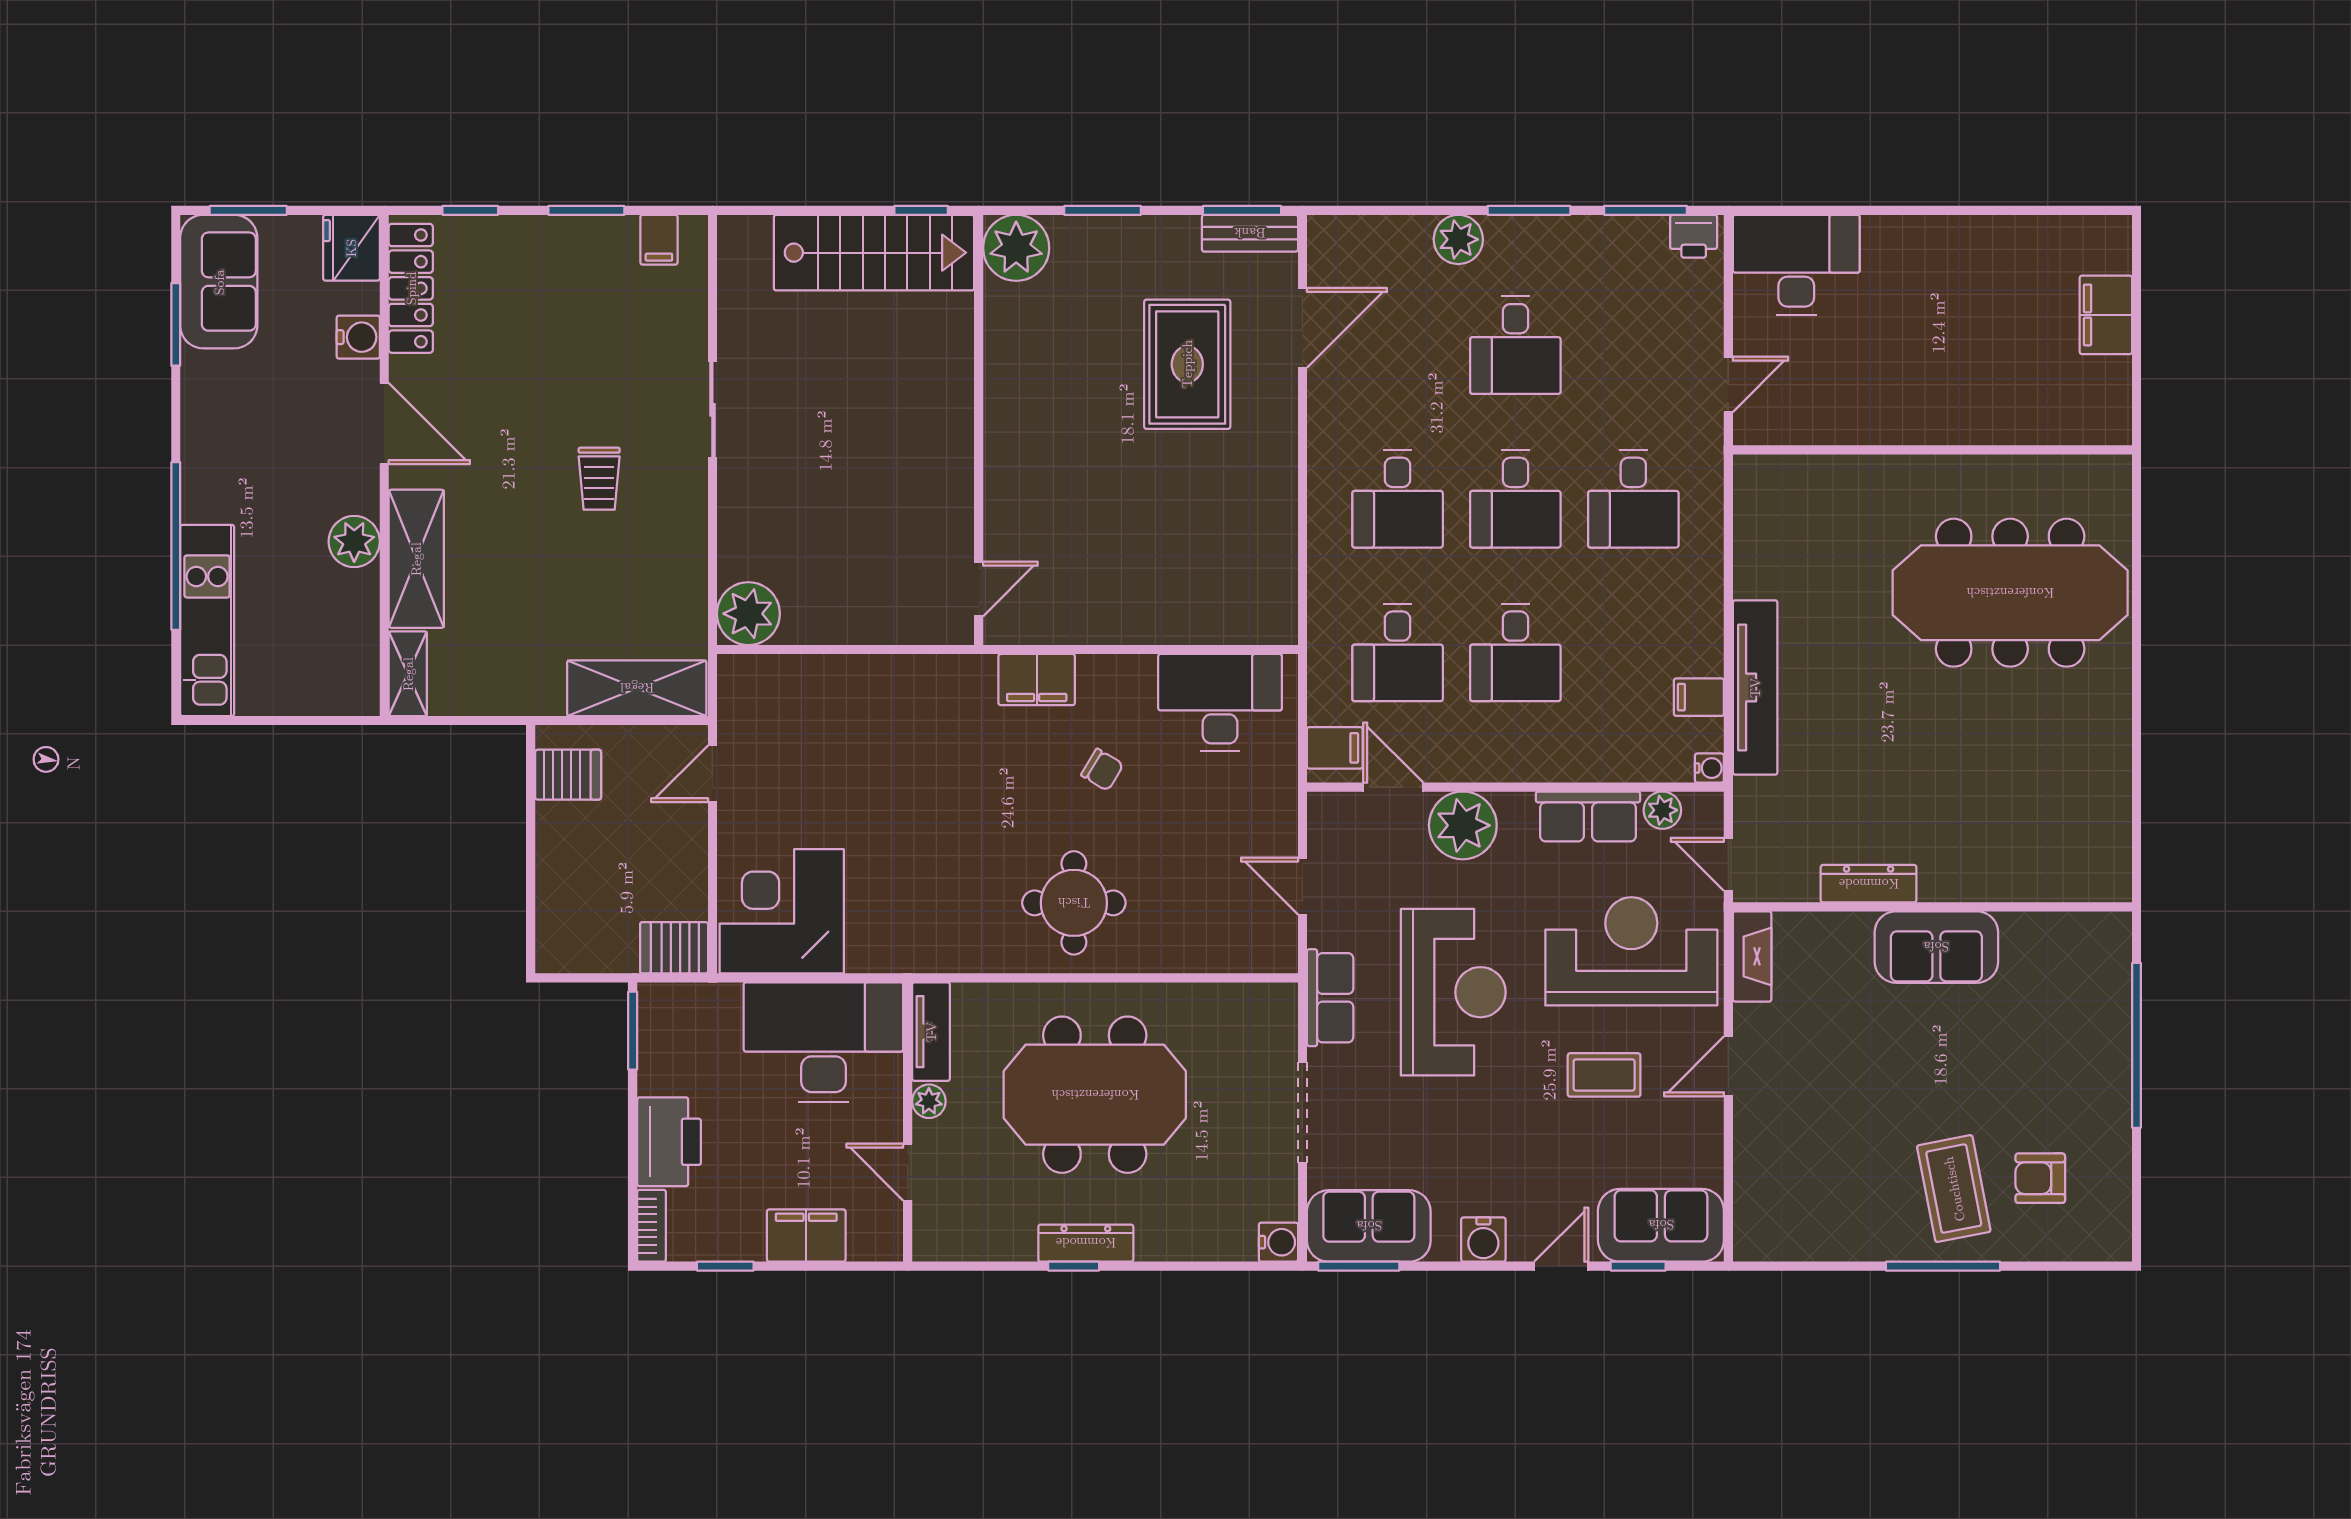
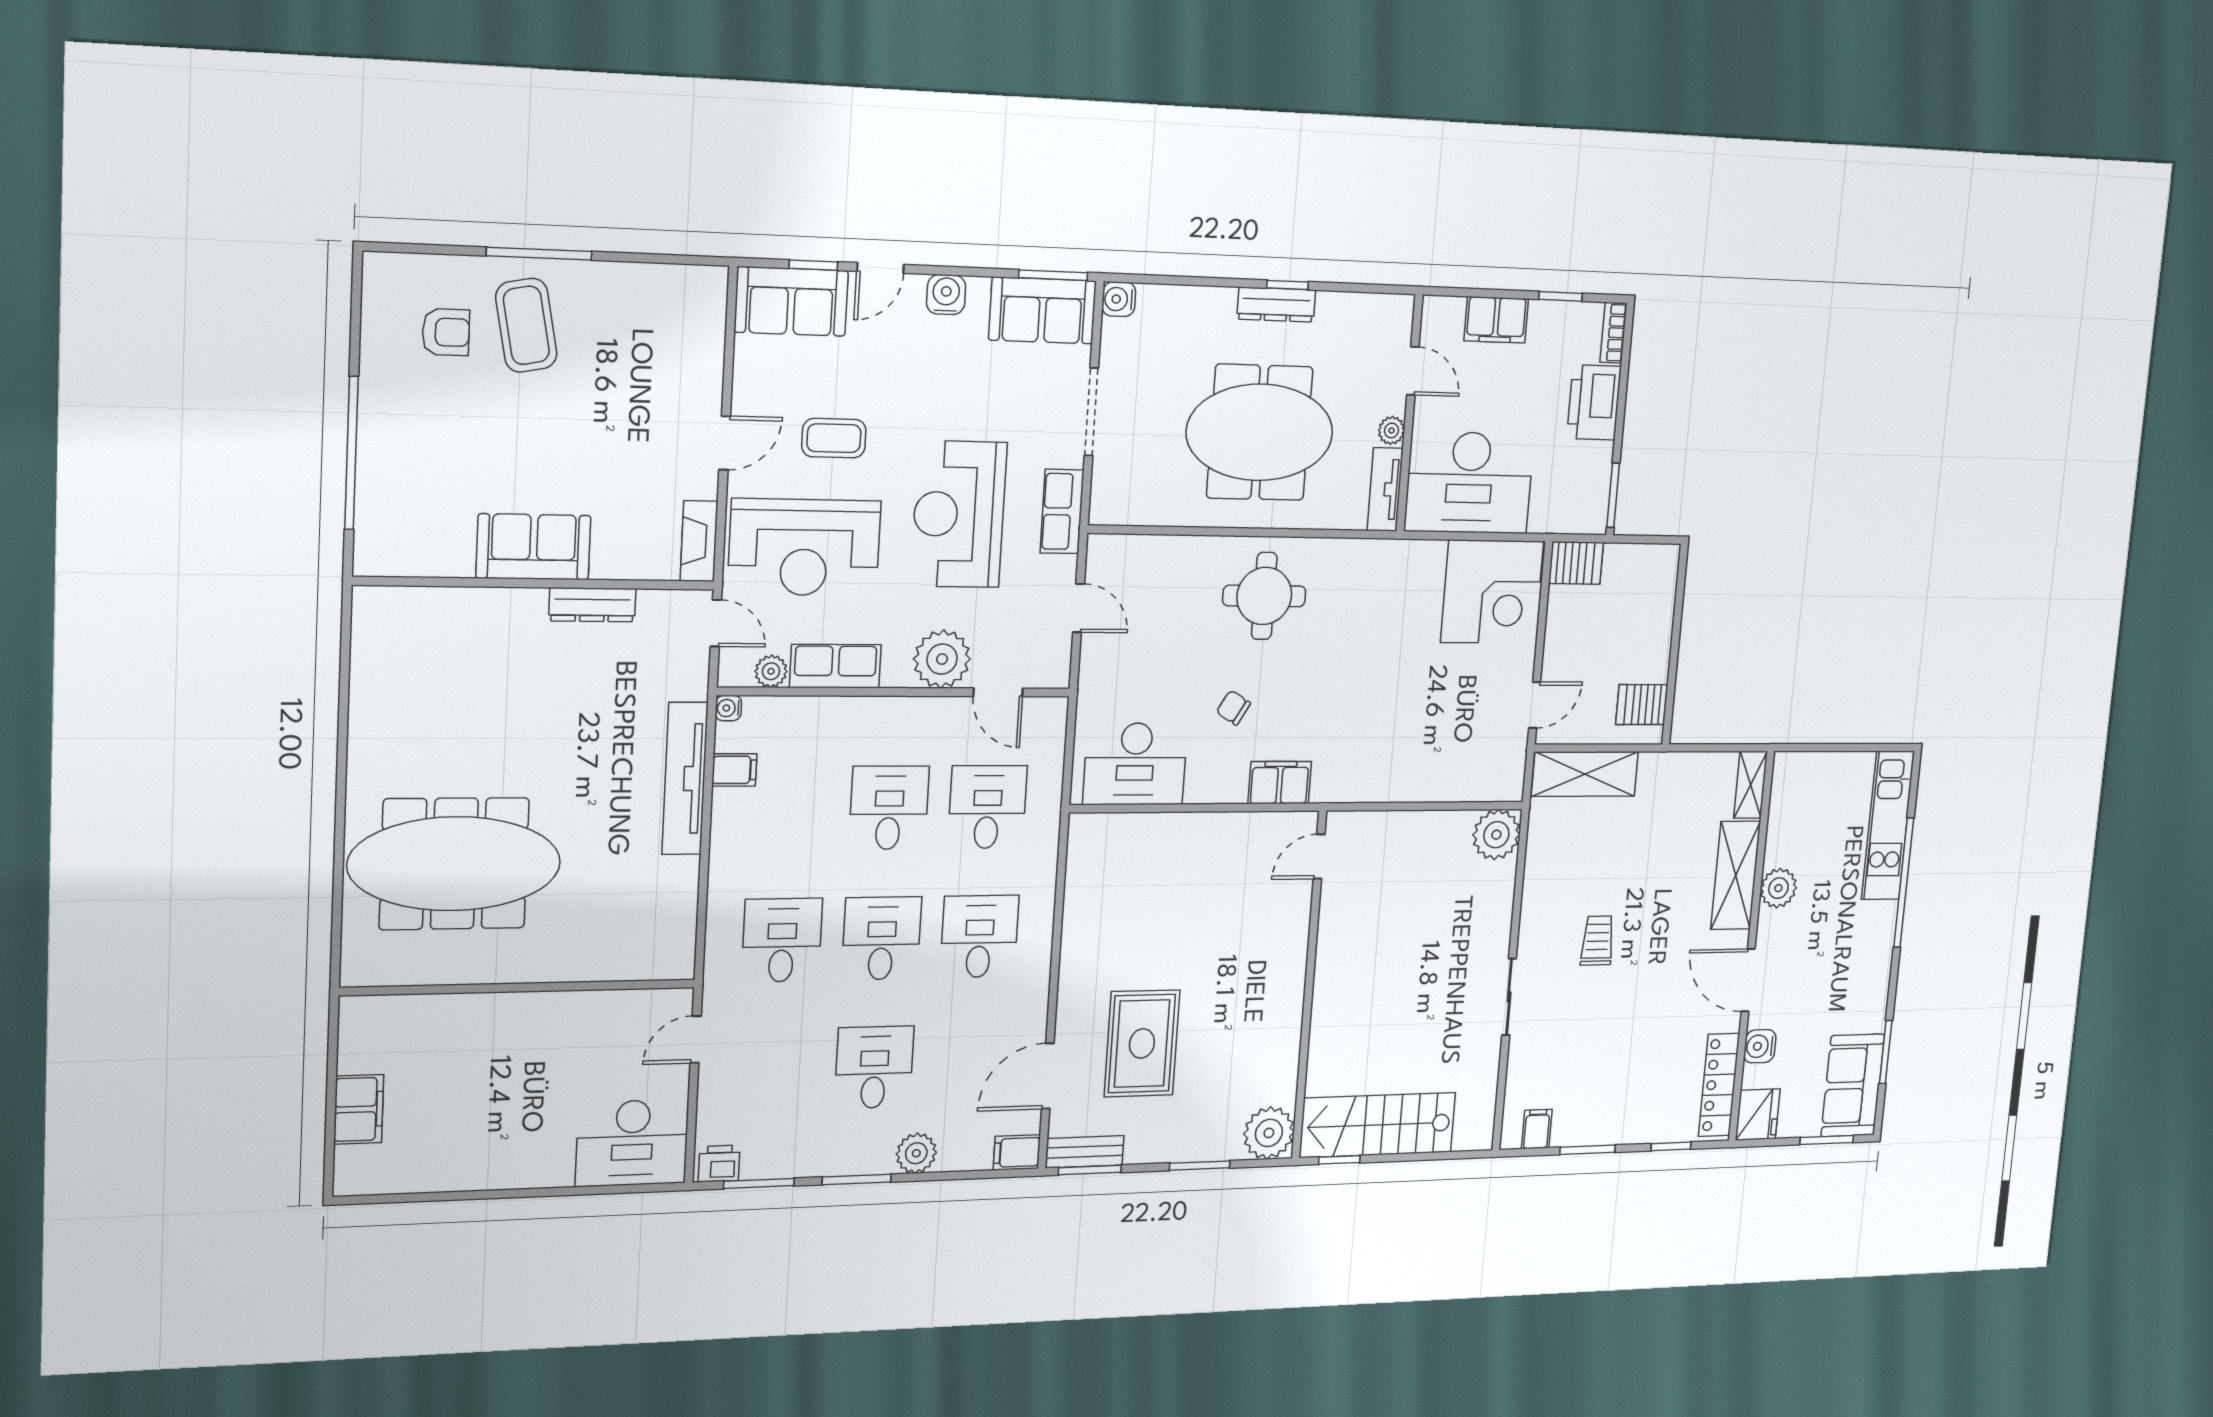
filing cabinet: (1335, 748) -> (1017, 1152), moved

